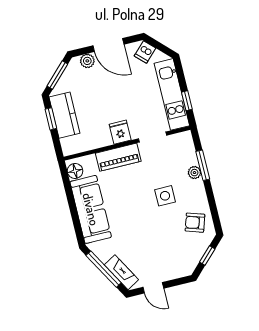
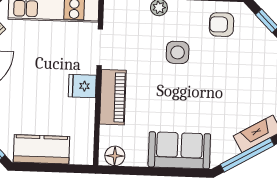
window: (51, 119) -> (41, 167), removed
sofa: (91, 209) -> (179, 150), width x0.73
armchair: (195, 223) -> (222, 25), turned 72

